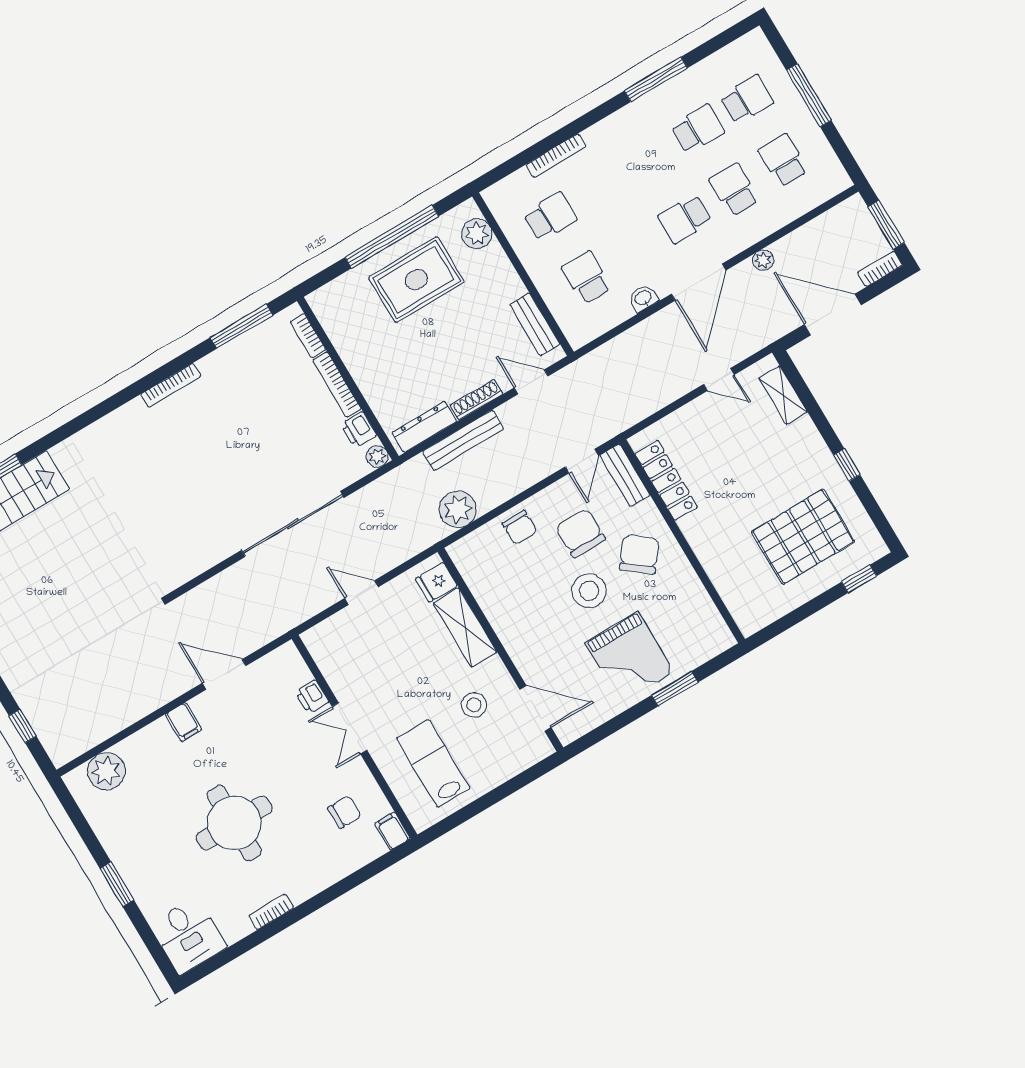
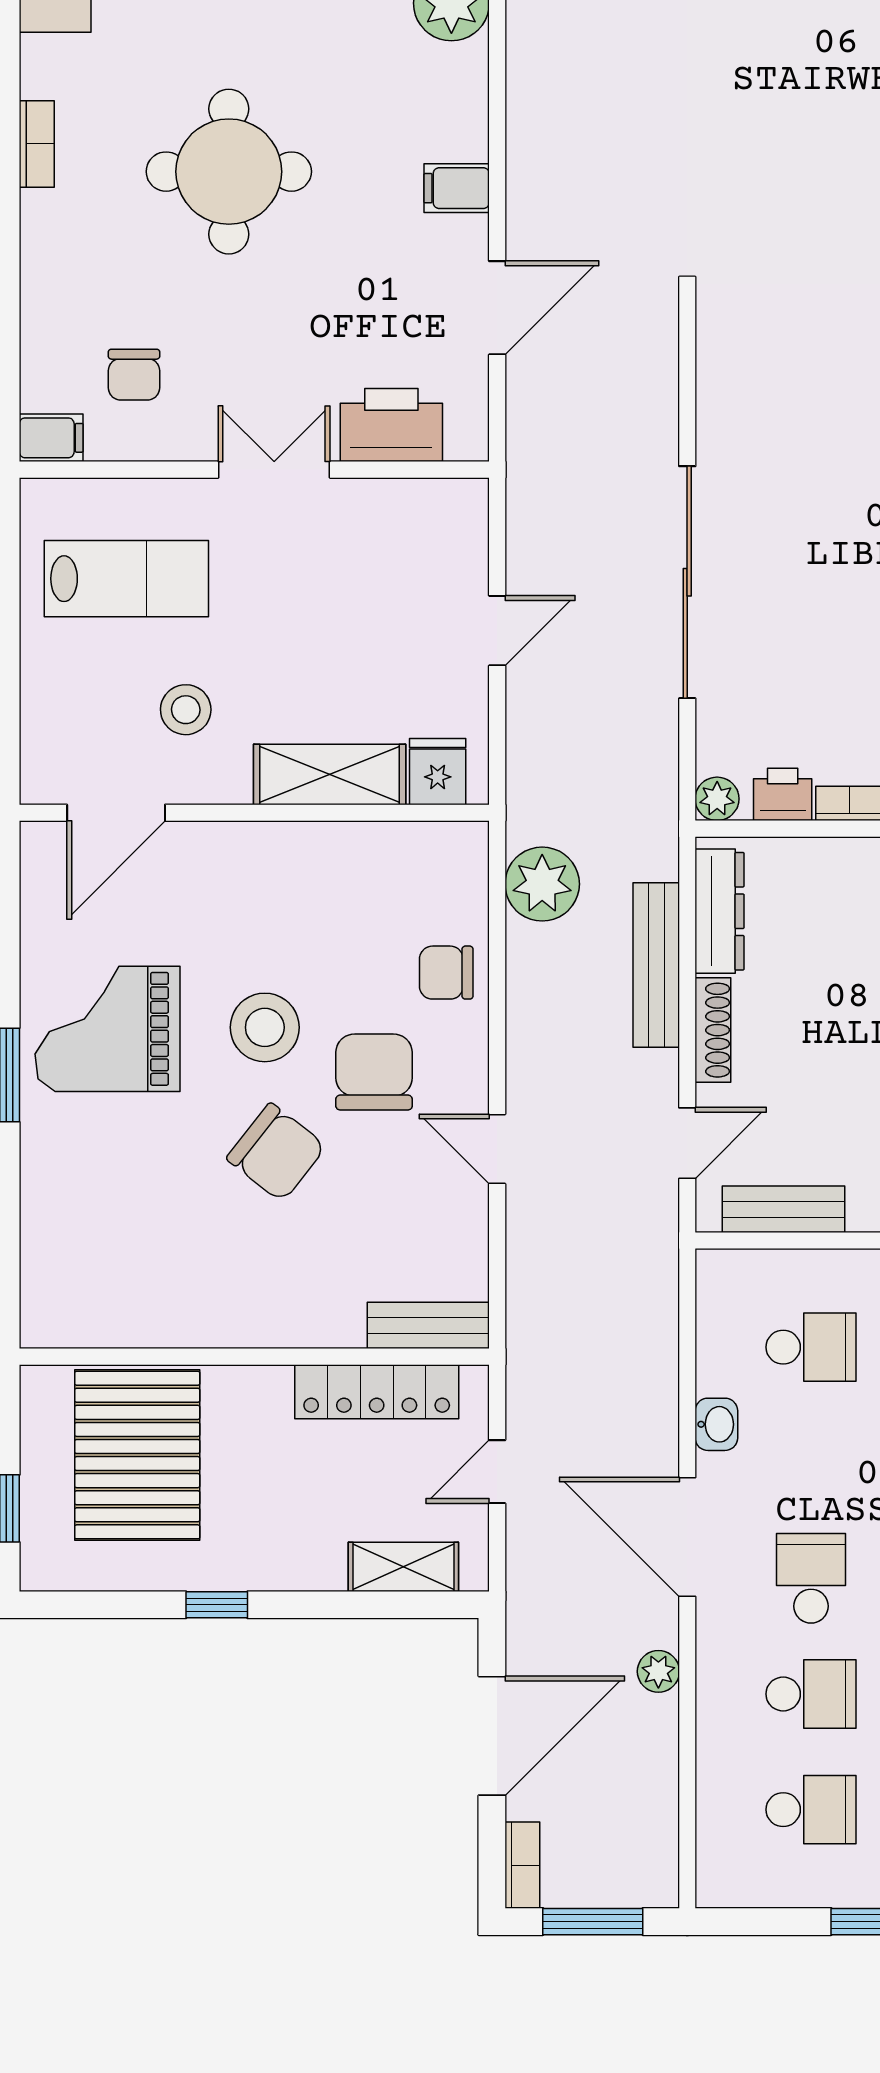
bench: (625, 475) -> (428, 1325), moved
locker: (666, 480) -> (377, 1392), moved
chair: (580, 533) -> (374, 1072), turned -90
wall: (682, 541) -> (254, 1357), moved
printer: (312, 697) -> (391, 425), width x1.87, depth x1.48

